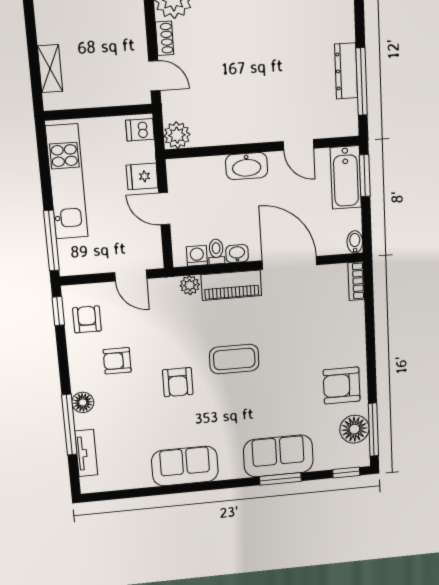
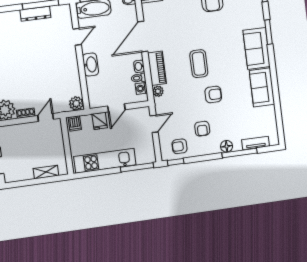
sofa: (278, 456) -> (257, 48), moved

